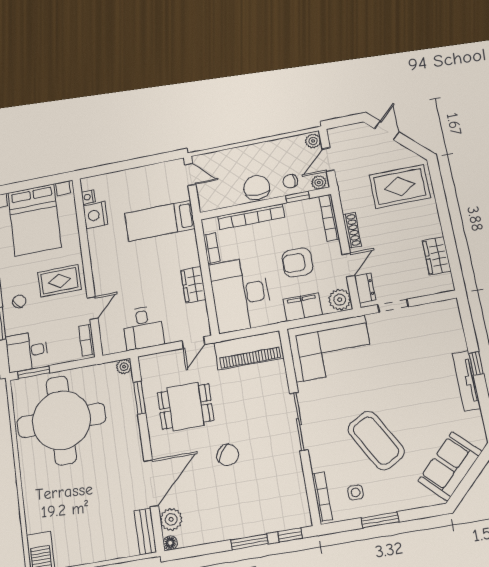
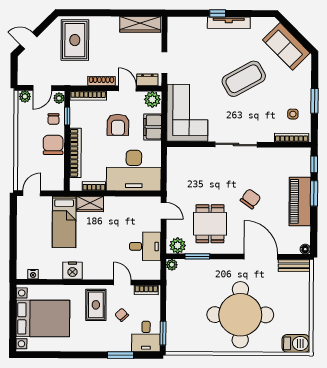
door: (328, 160) -> (42, 88), hinge flipped
chair: (257, 188) -> (53, 145), turned 90
nightstand: (95, 215) -> (72, 271), moved
wardrobe: (437, 256) -> (140, 24), width x1.50
wardrobe: (193, 285) -> (90, 204), moved
chair: (19, 301) -> (122, 315), moved
piano: (249, 350) -> (300, 201), moved, turned 180
round table: (61, 420) -> (240, 315), moved
coffee table: (376, 441) -> (244, 79), moved
plant: (171, 519) -> (178, 245), moved

